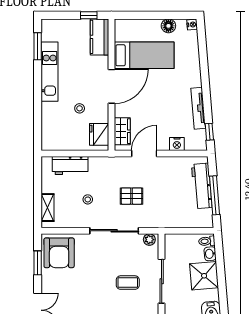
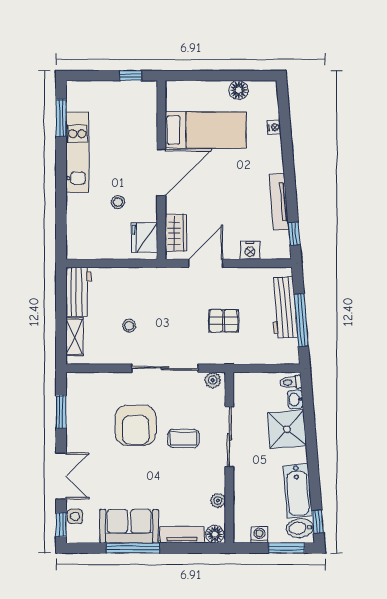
nightstand: (192, 25) -> (274, 127), moved
kitchen counter: (99, 37) -> (145, 105), removed
workbench: (70, 165) -> (78, 292), moved, turned -90
pallet: (132, 196) -> (224, 321), moved
armchair: (59, 253) -> (136, 425), moved

